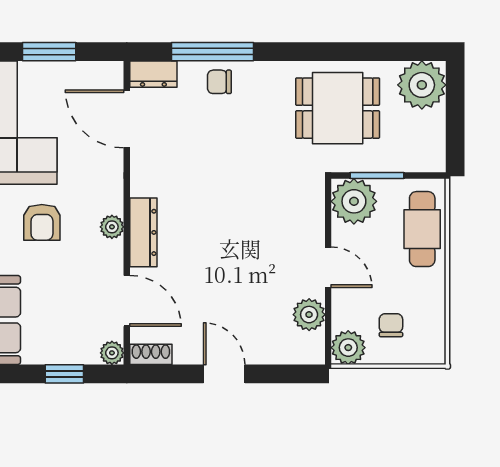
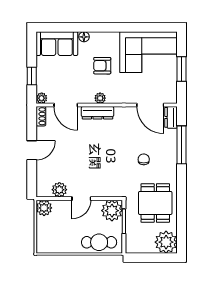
chair: (219, 82) -> (144, 159), moved
door: (127, 119) -> (150, 105), swing flipped
door: (127, 301) -> (66, 105), hinge flipped
chair: (391, 325) -> (54, 228), removed

